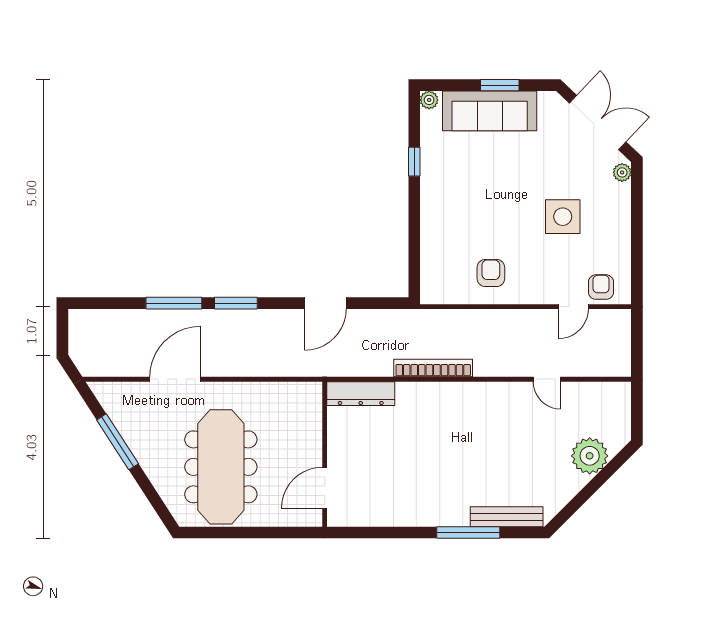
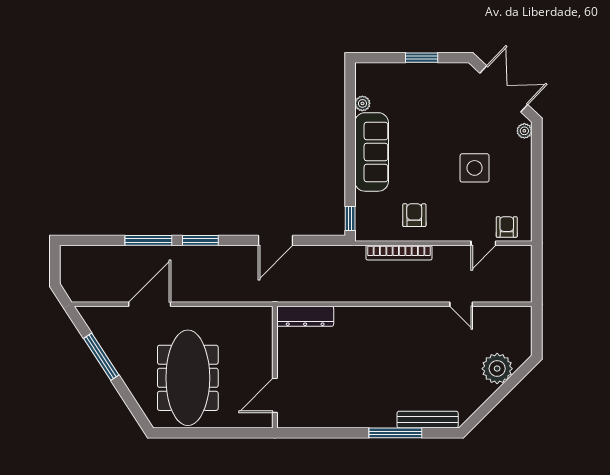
plant: (429, 100) -> (362, 103), moved
sofa: (490, 111) -> (372, 152), moved, turned -90
window: (414, 162) -> (350, 219), moved
bookcase: (433, 368) -> (399, 253), moved, turned 180

